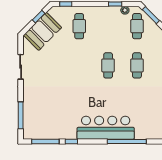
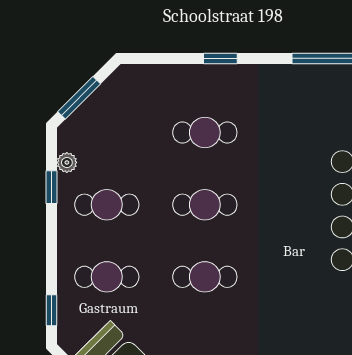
cafe table: (137, 26) -> (107, 205), moved
cafe table: (79, 65) -> (205, 277), added

